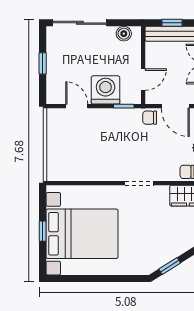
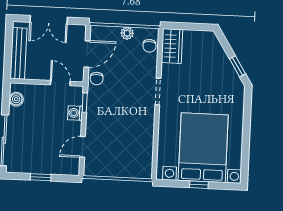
window: (172, 23) -> (8, 53), removed
washing machine: (106, 90) -> (75, 113), width x0.53, depth x0.53

